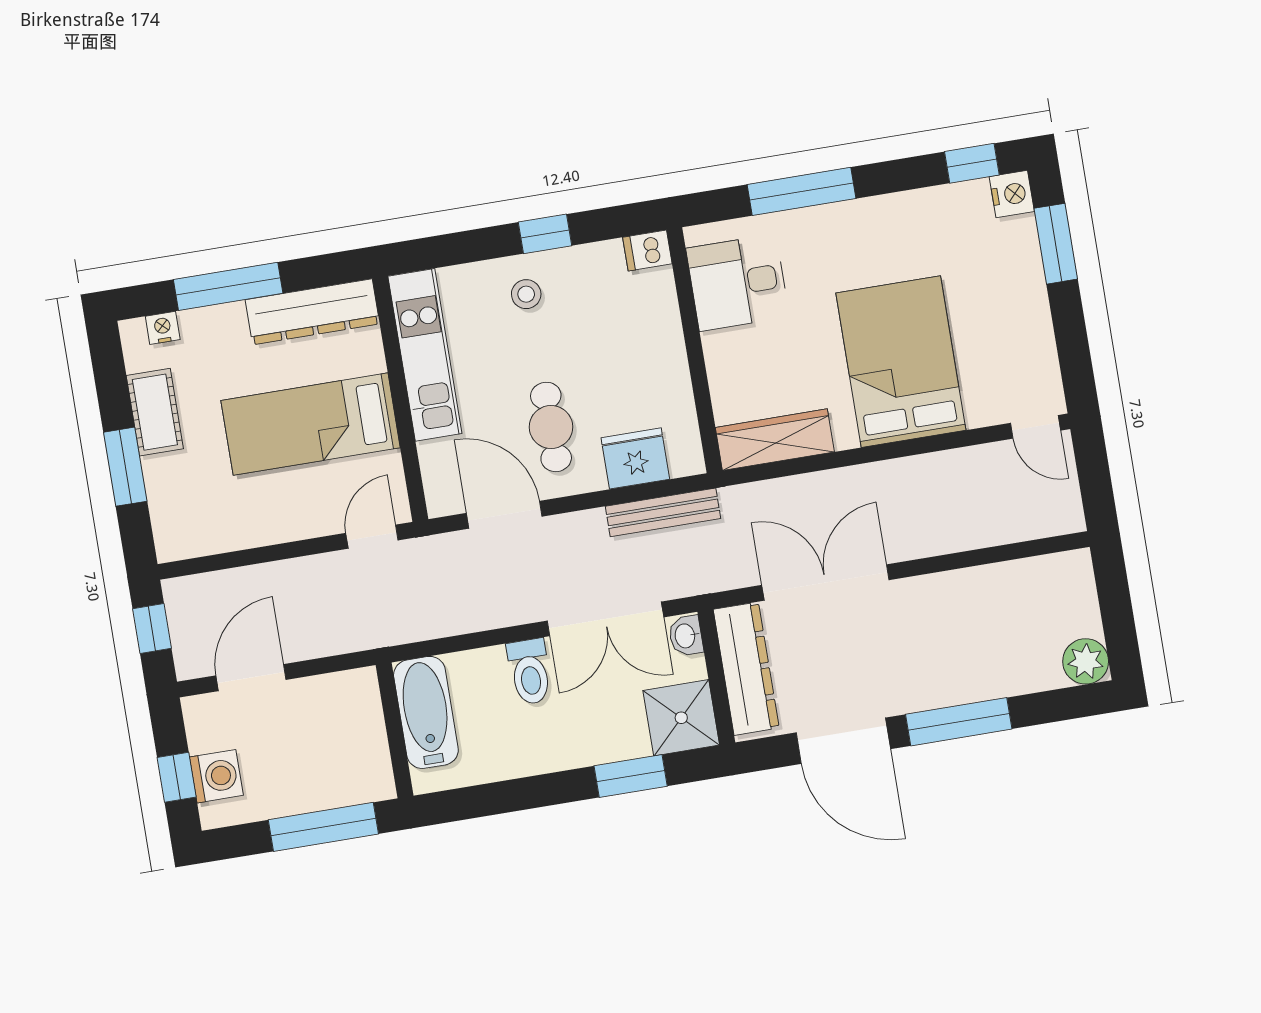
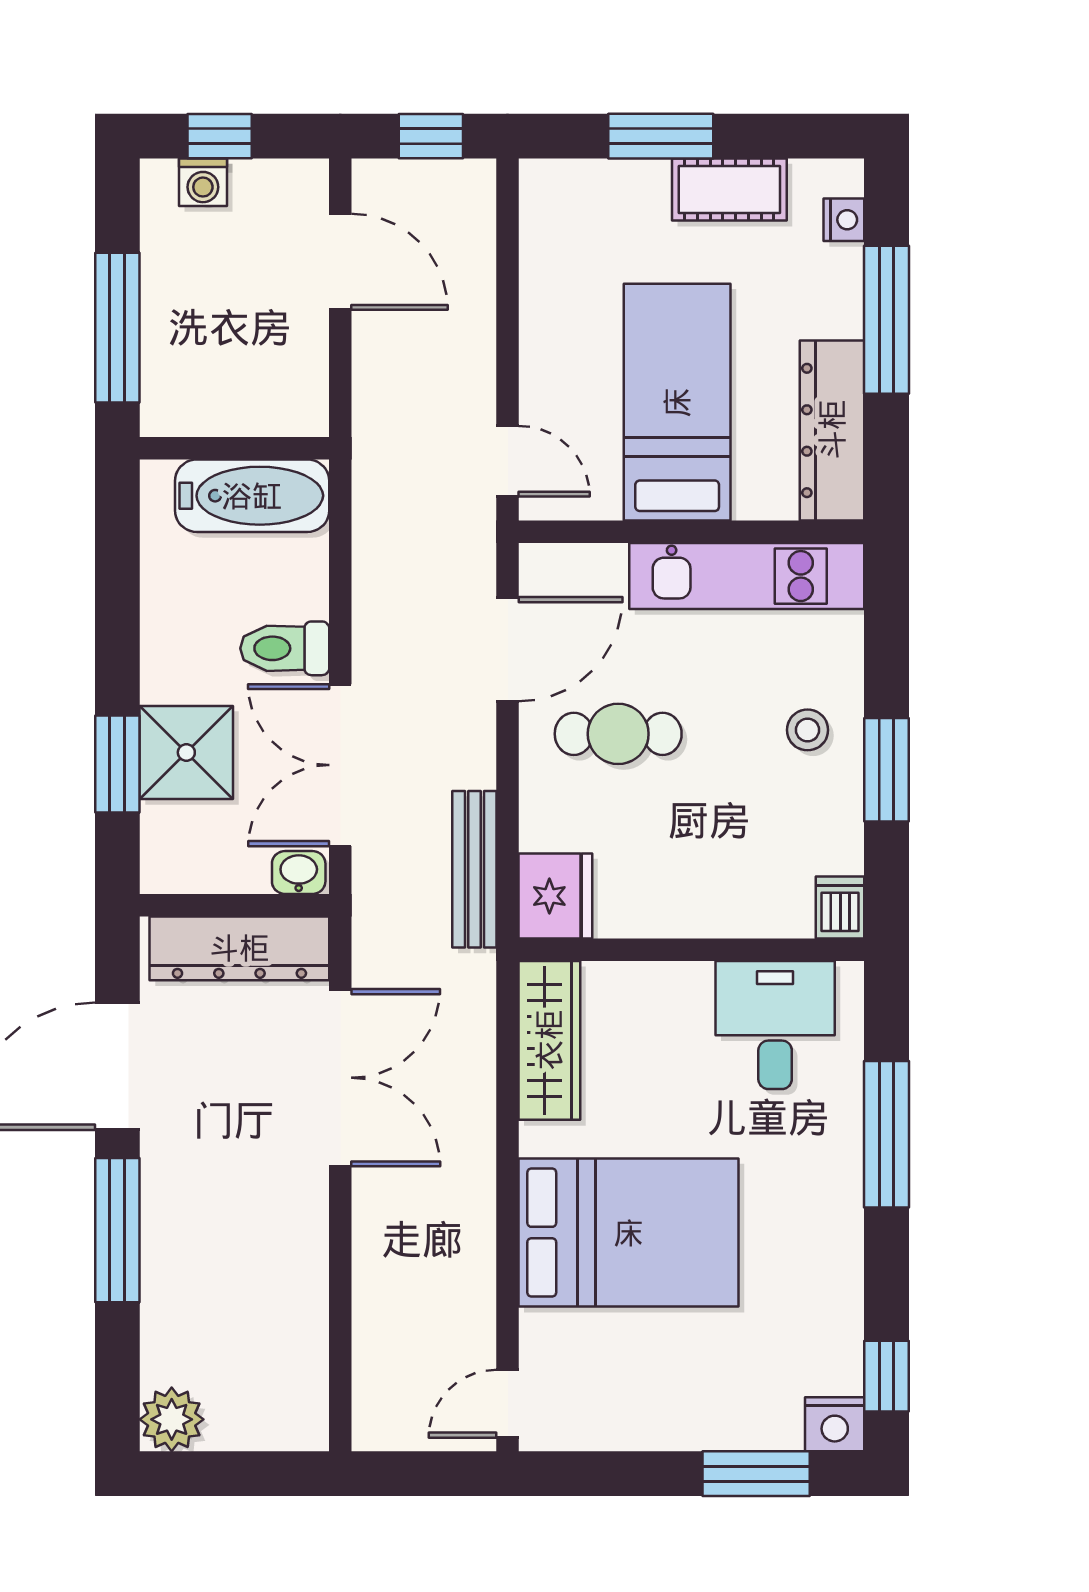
window: (545, 234) -> (886, 770), width x1.50
fridge: (635, 458) -> (555, 896), moved
shower: (681, 718) -> (186, 752), moved
washing machine: (216, 776) -> (203, 182), width x0.73, depth x0.73

